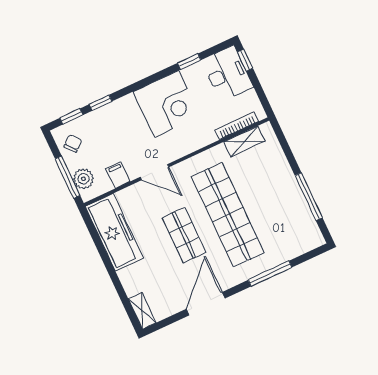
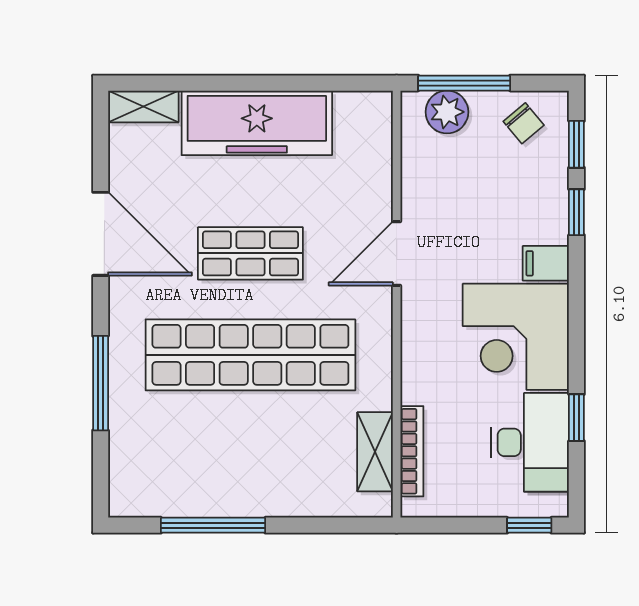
desk: (227, 74) -> (530, 442), moved, turned -90
filing cabinet: (118, 175) -> (546, 263), moved, turned 180
freezer: (114, 232) -> (257, 123), moved

